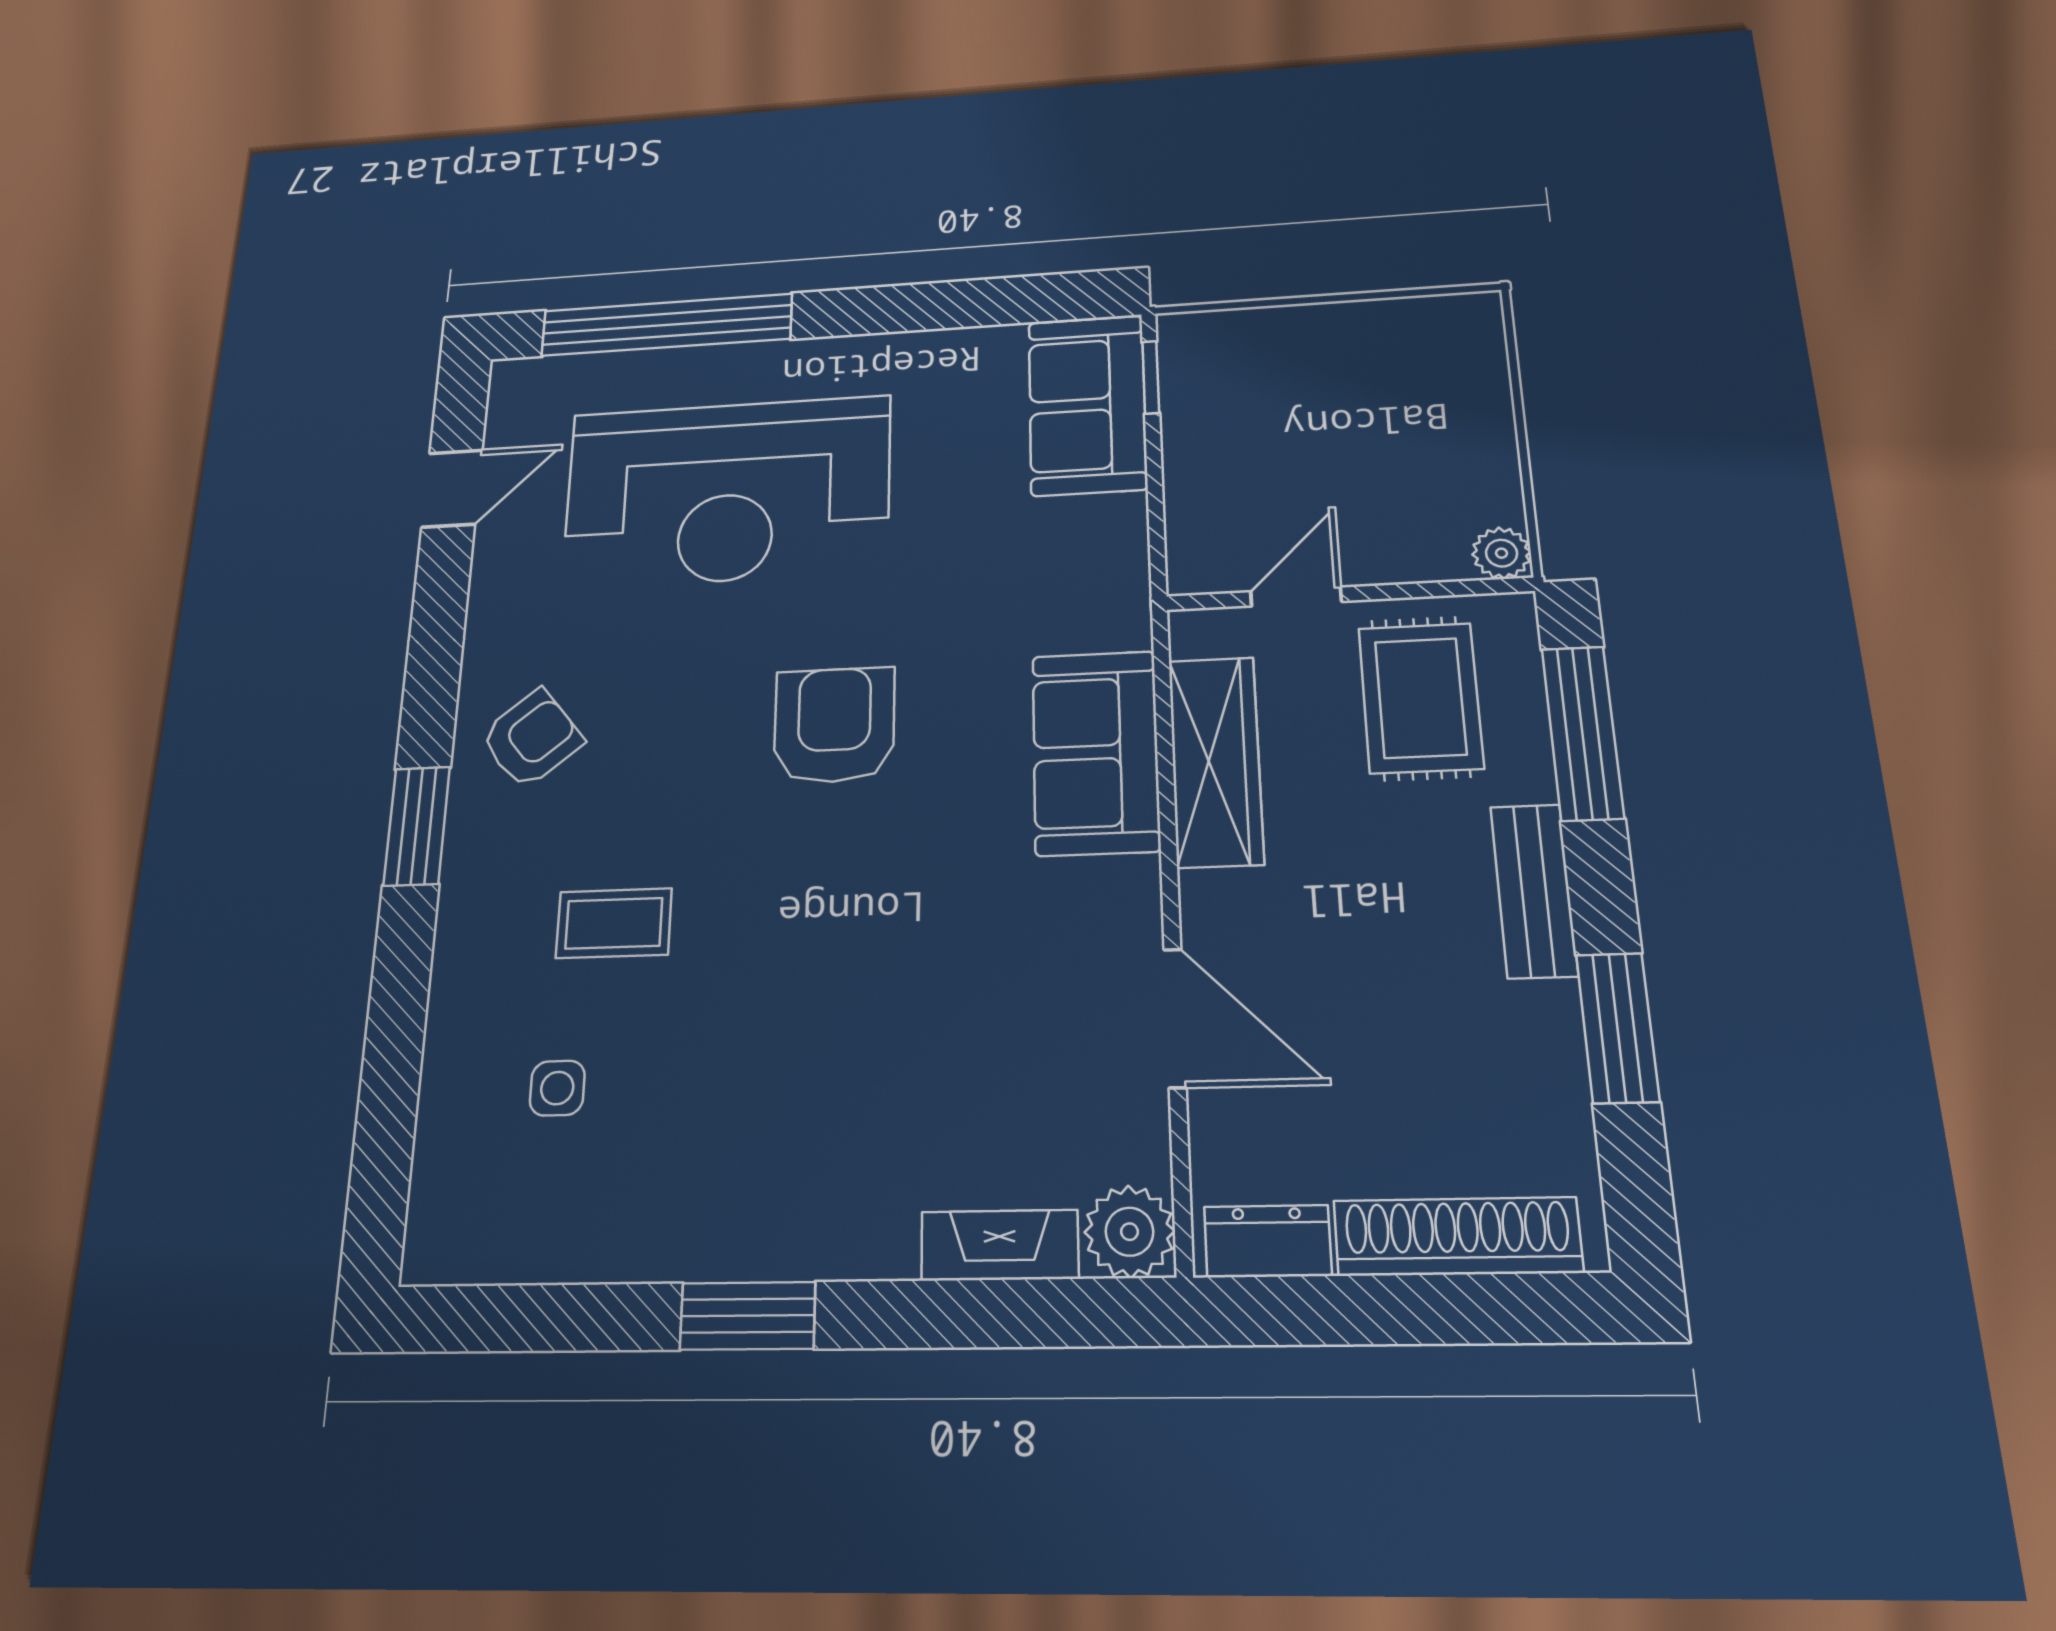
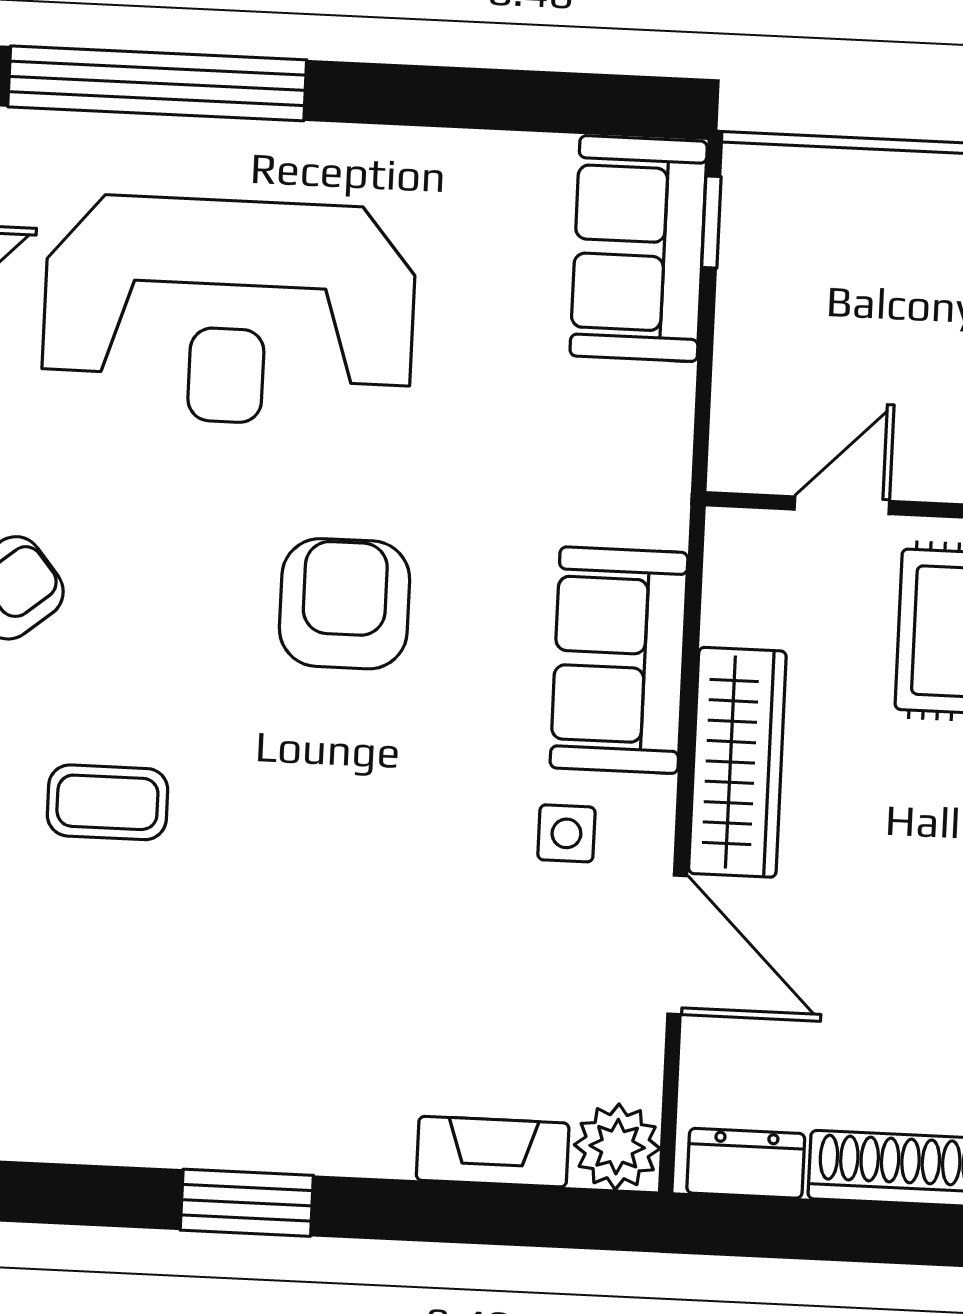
wardrobe: (1216, 761) -> (737, 762), moved
side table: (557, 1088) -> (566, 833), moved

